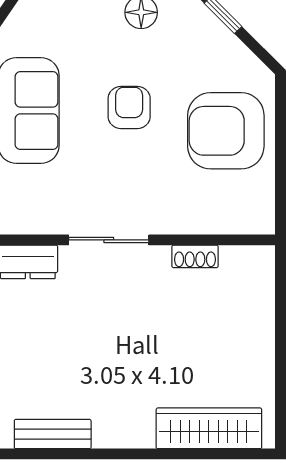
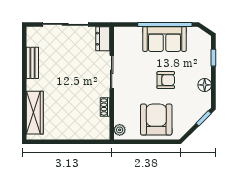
plant: (251, 220) -> (120, 130), added
bench: (53, 434) -> (32, 63), moved

